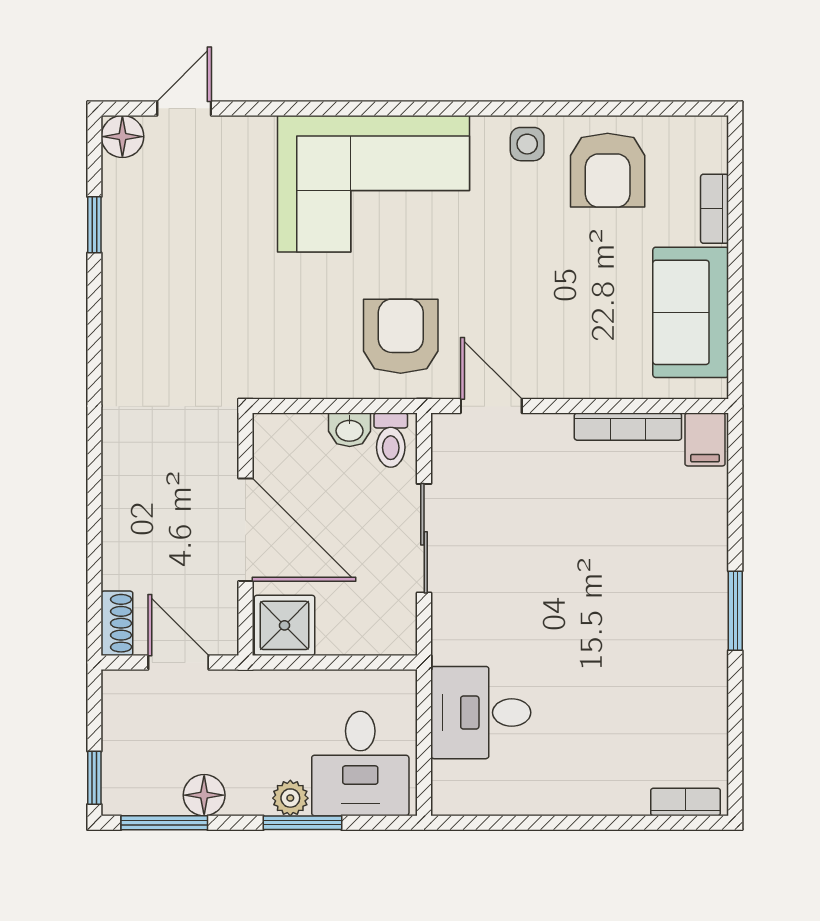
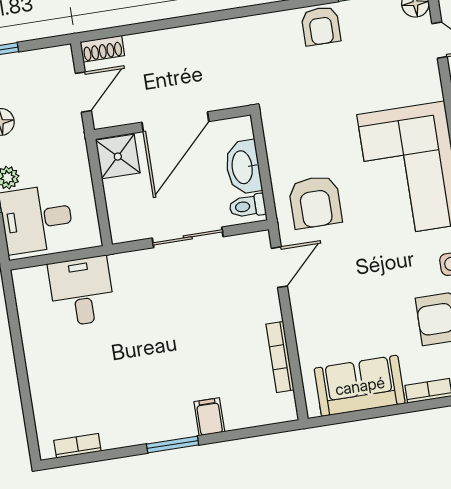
armchair: (134, 286) -> (321, 26), added
armchair: (401, 336) -> (315, 202), turned 90
washbasin: (350, 430) -> (243, 167), width x1.91, depth x1.45
filing cabinet: (705, 440) -> (209, 417), moved, turned 90
bookcase: (685, 802) -> (77, 446), moved, turned -90

